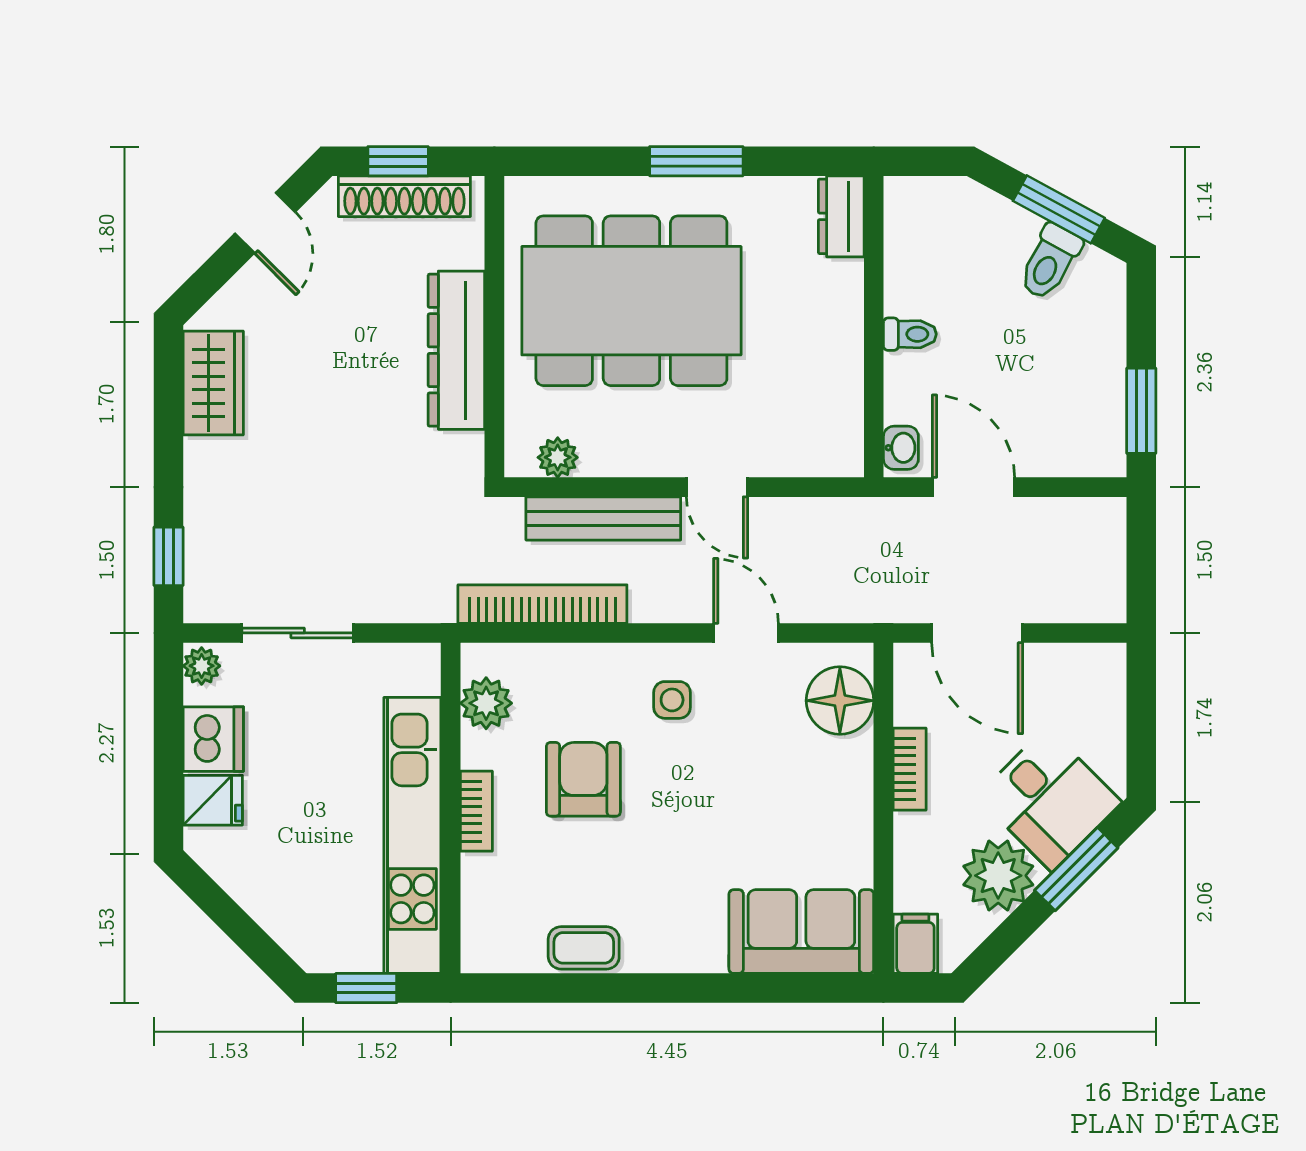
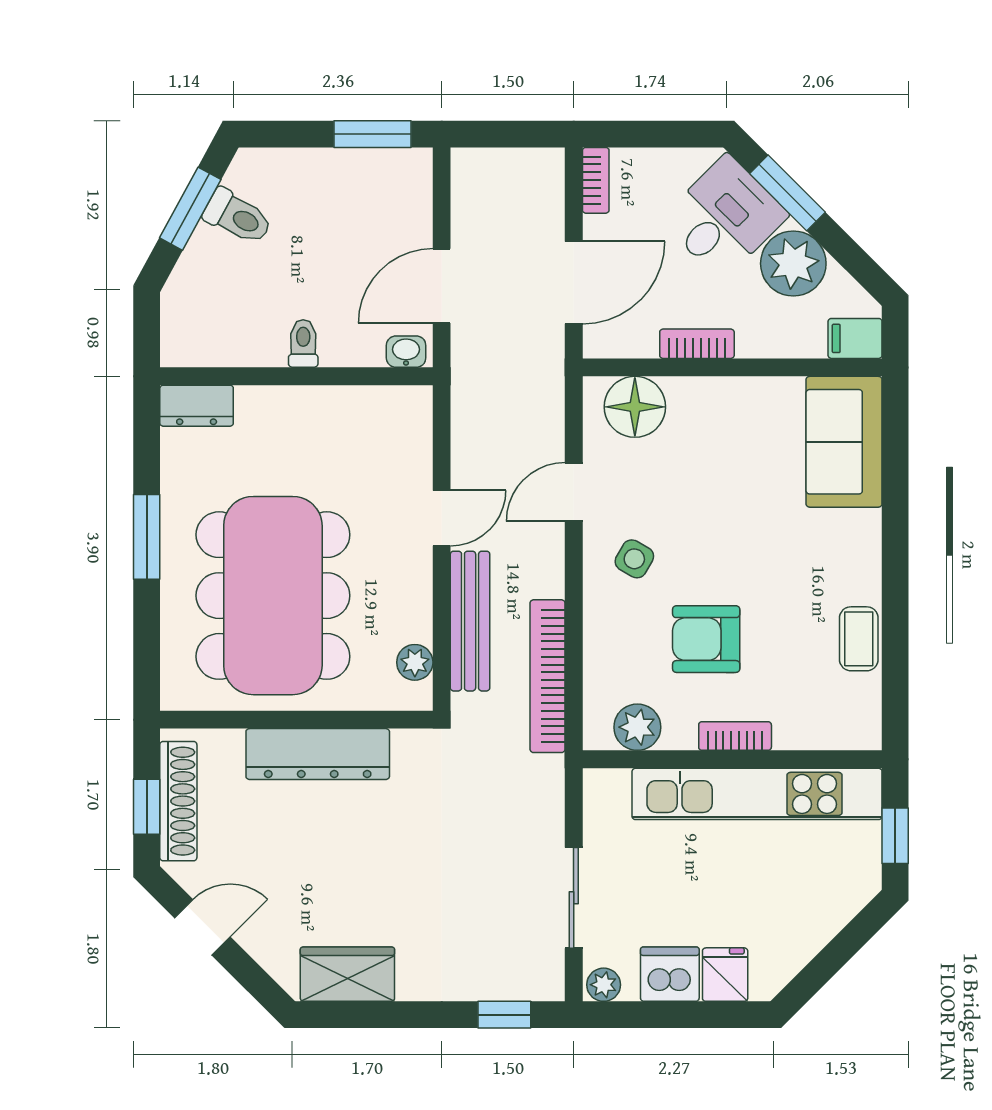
bookcase: (1090, 657) -> (596, 180), added
side table: (672, 700) -> (634, 559), turned 30

